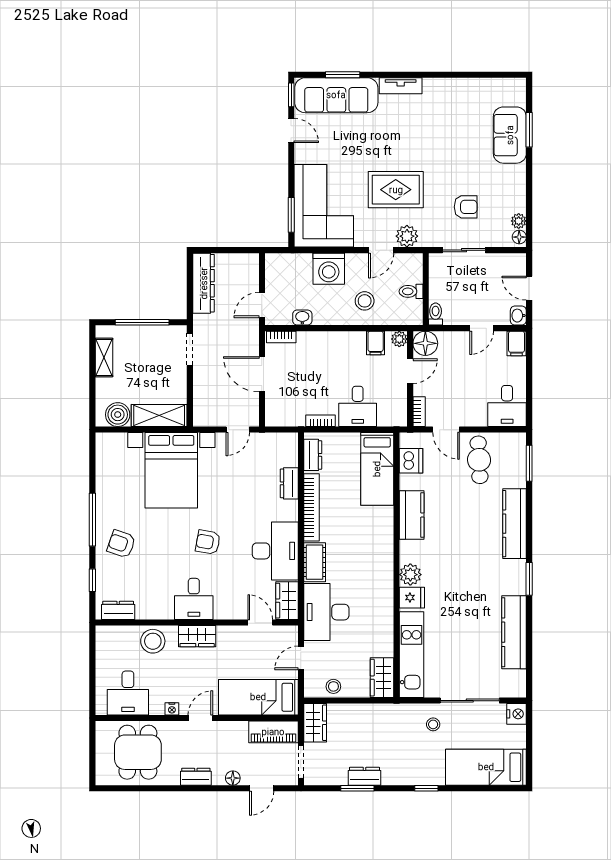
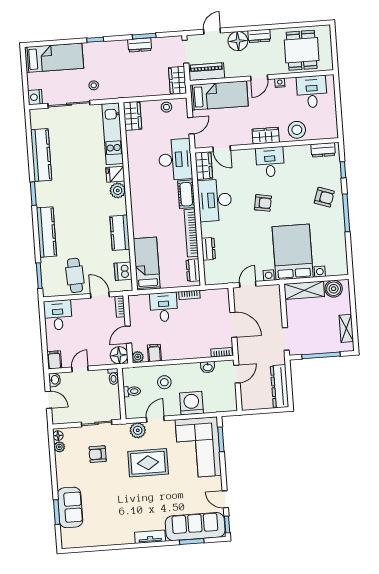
floor lamp: (233, 778) -> (238, 41), width x1.89, depth x1.89

